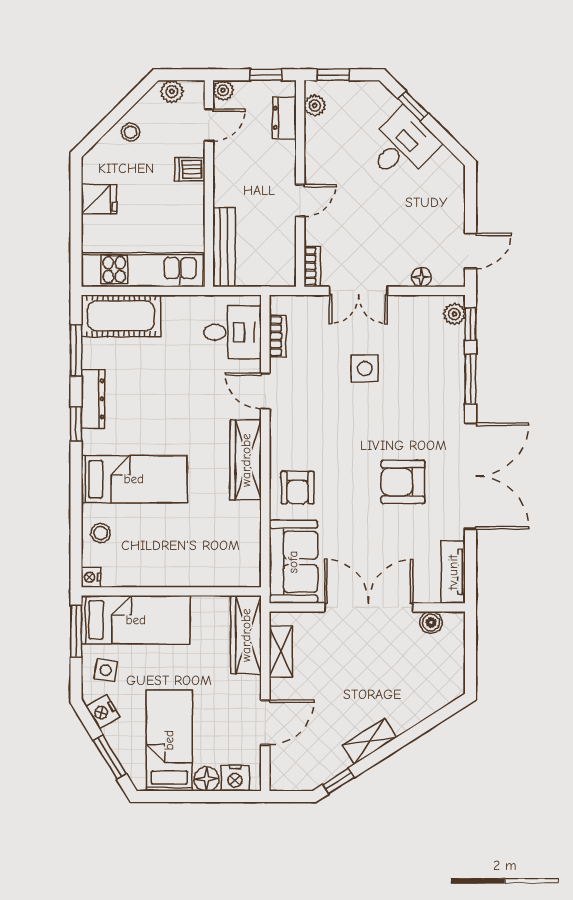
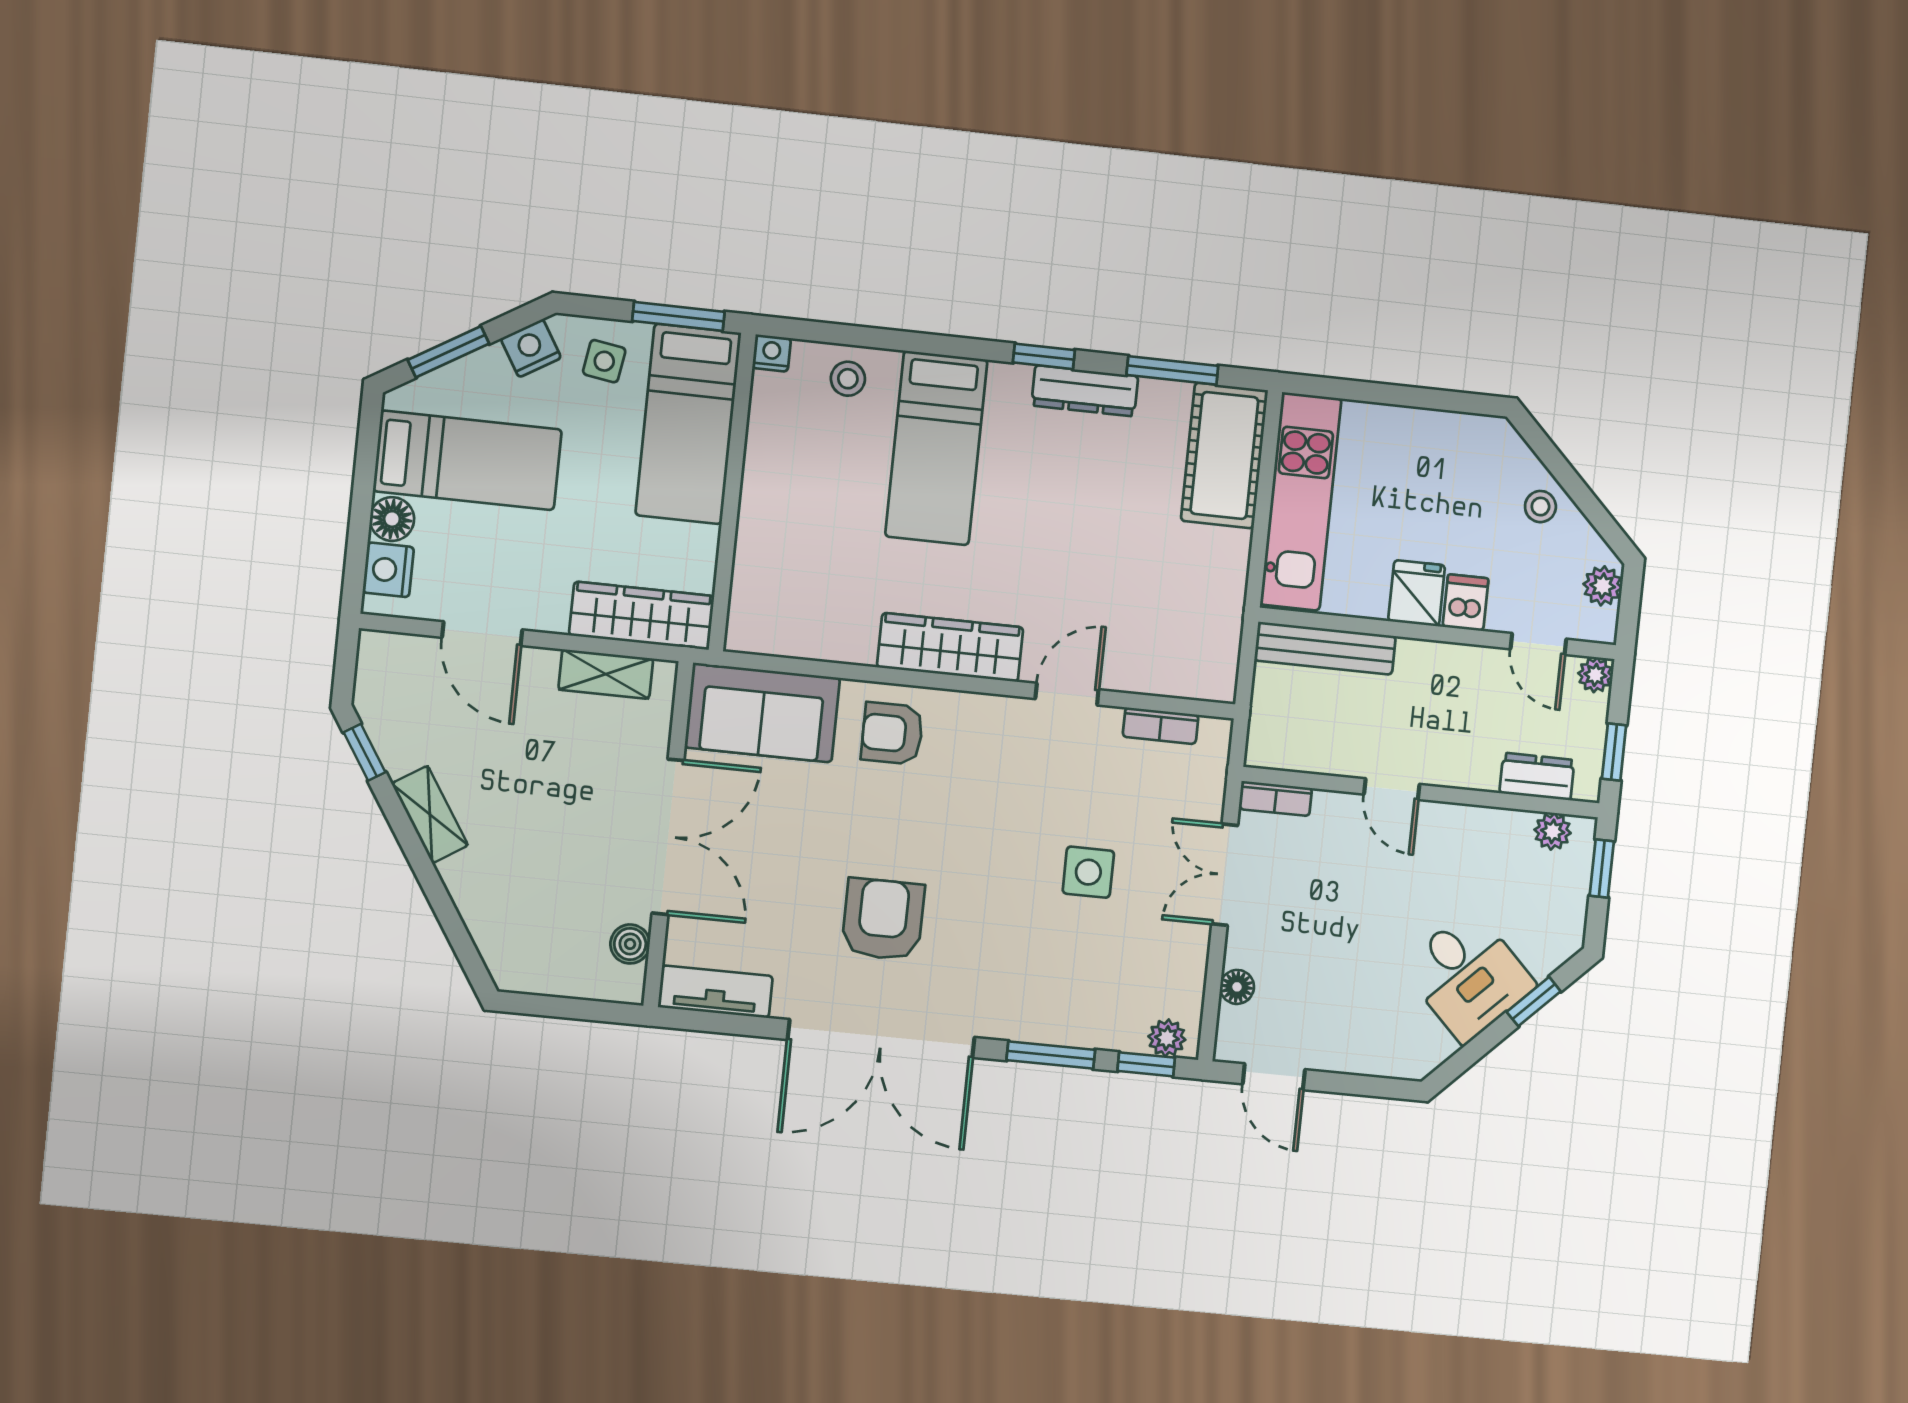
fridge: (99, 199) -> (1417, 593), moved, turned 180
desk: (232, 332) -> (1175, 647), removed

